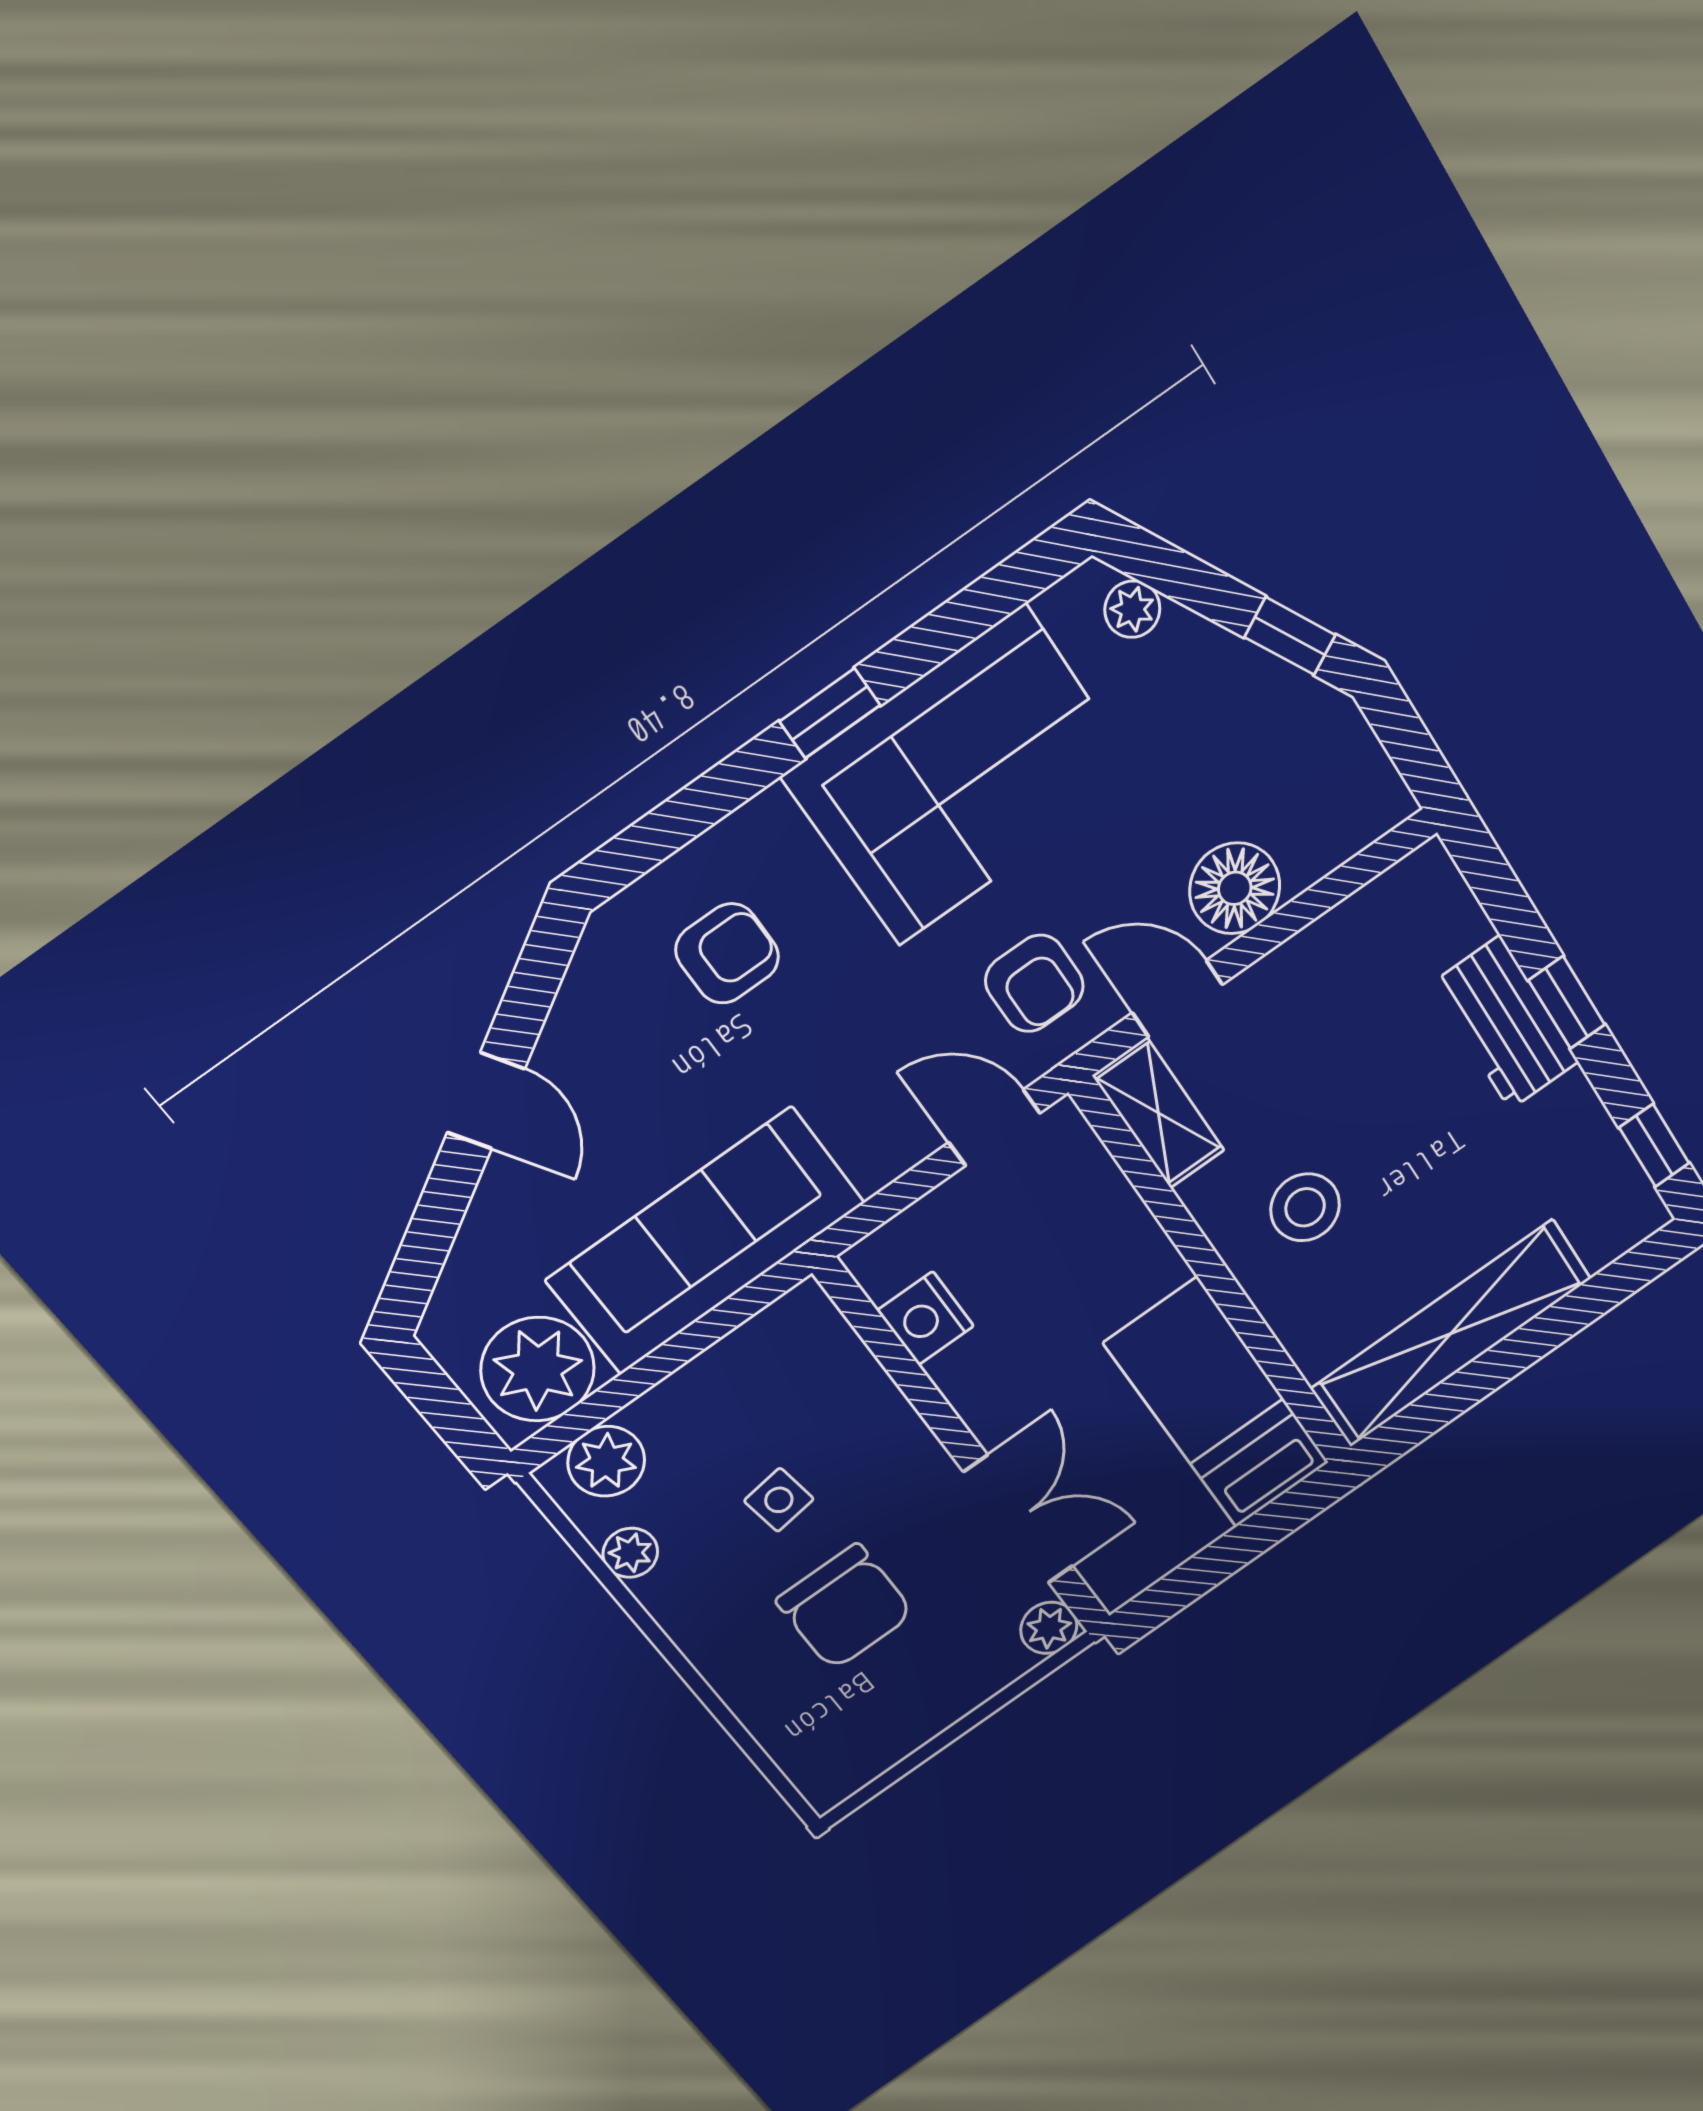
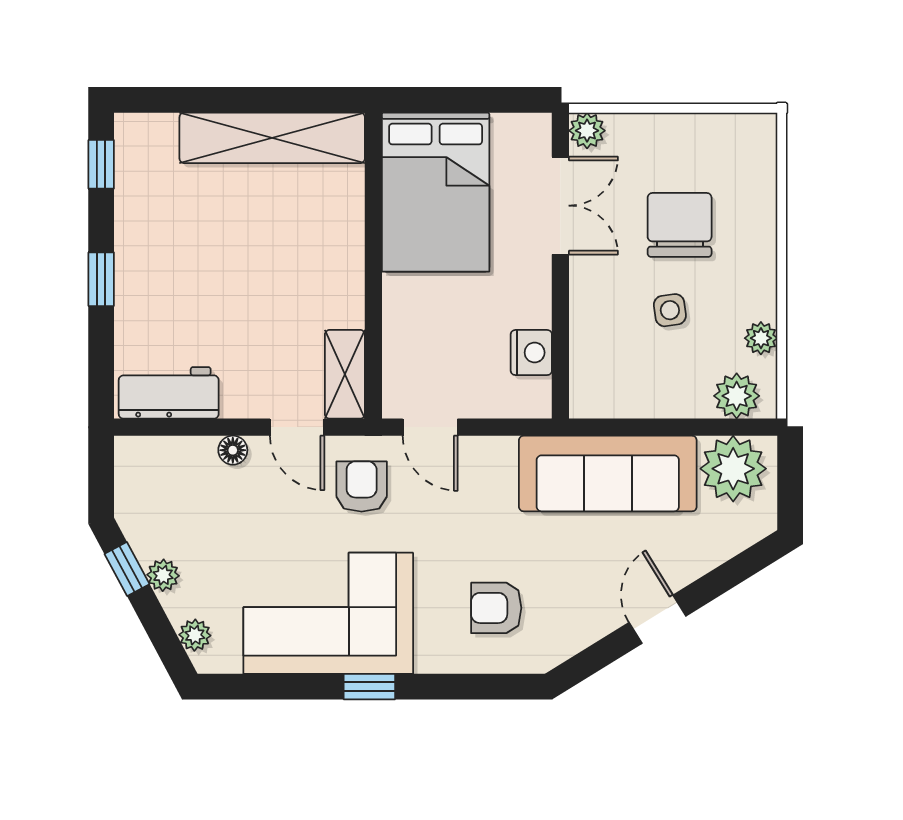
plant: (1233, 663) -> (163, 575), added
floor lamp: (1235, 888) -> (233, 450), width x0.53, depth x0.53
workbench: (1505, 1023) -> (169, 393), moved, turned -90
stool: (1305, 1207) -> (304, 268), removed
bed: (1217, 1403) -> (436, 192), width x1.50
double door: (1018, 1519) -> (560, 206), swing flipped

